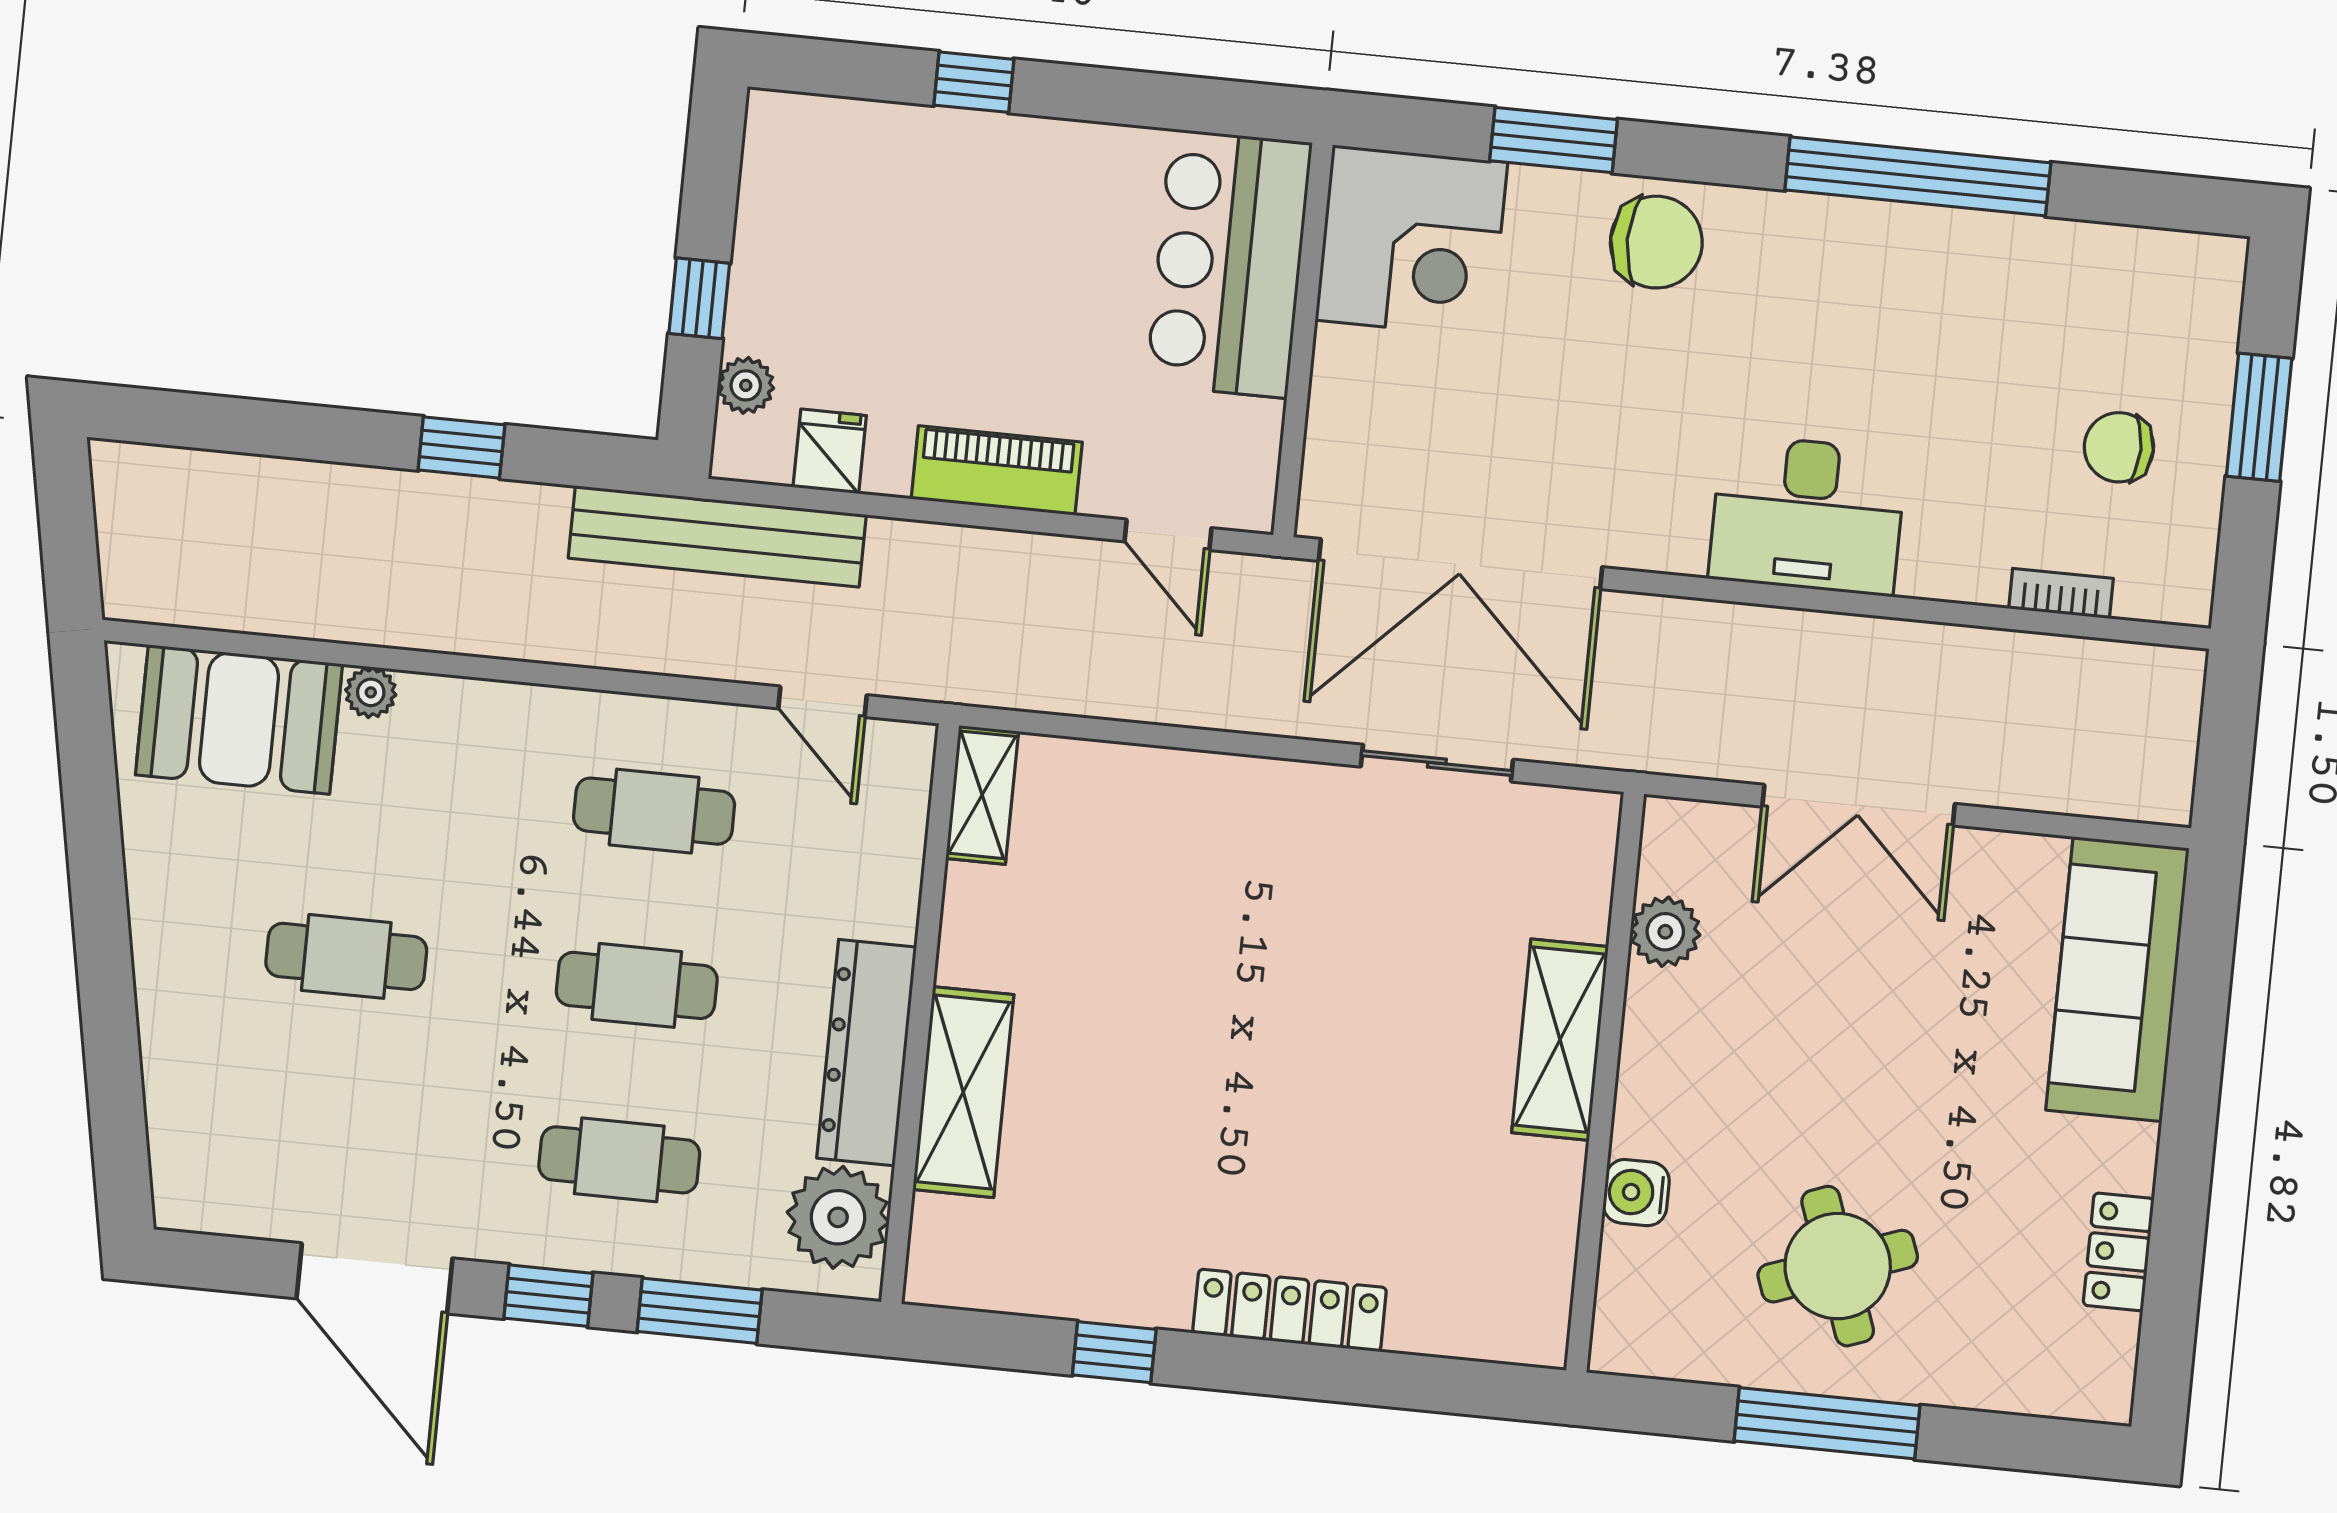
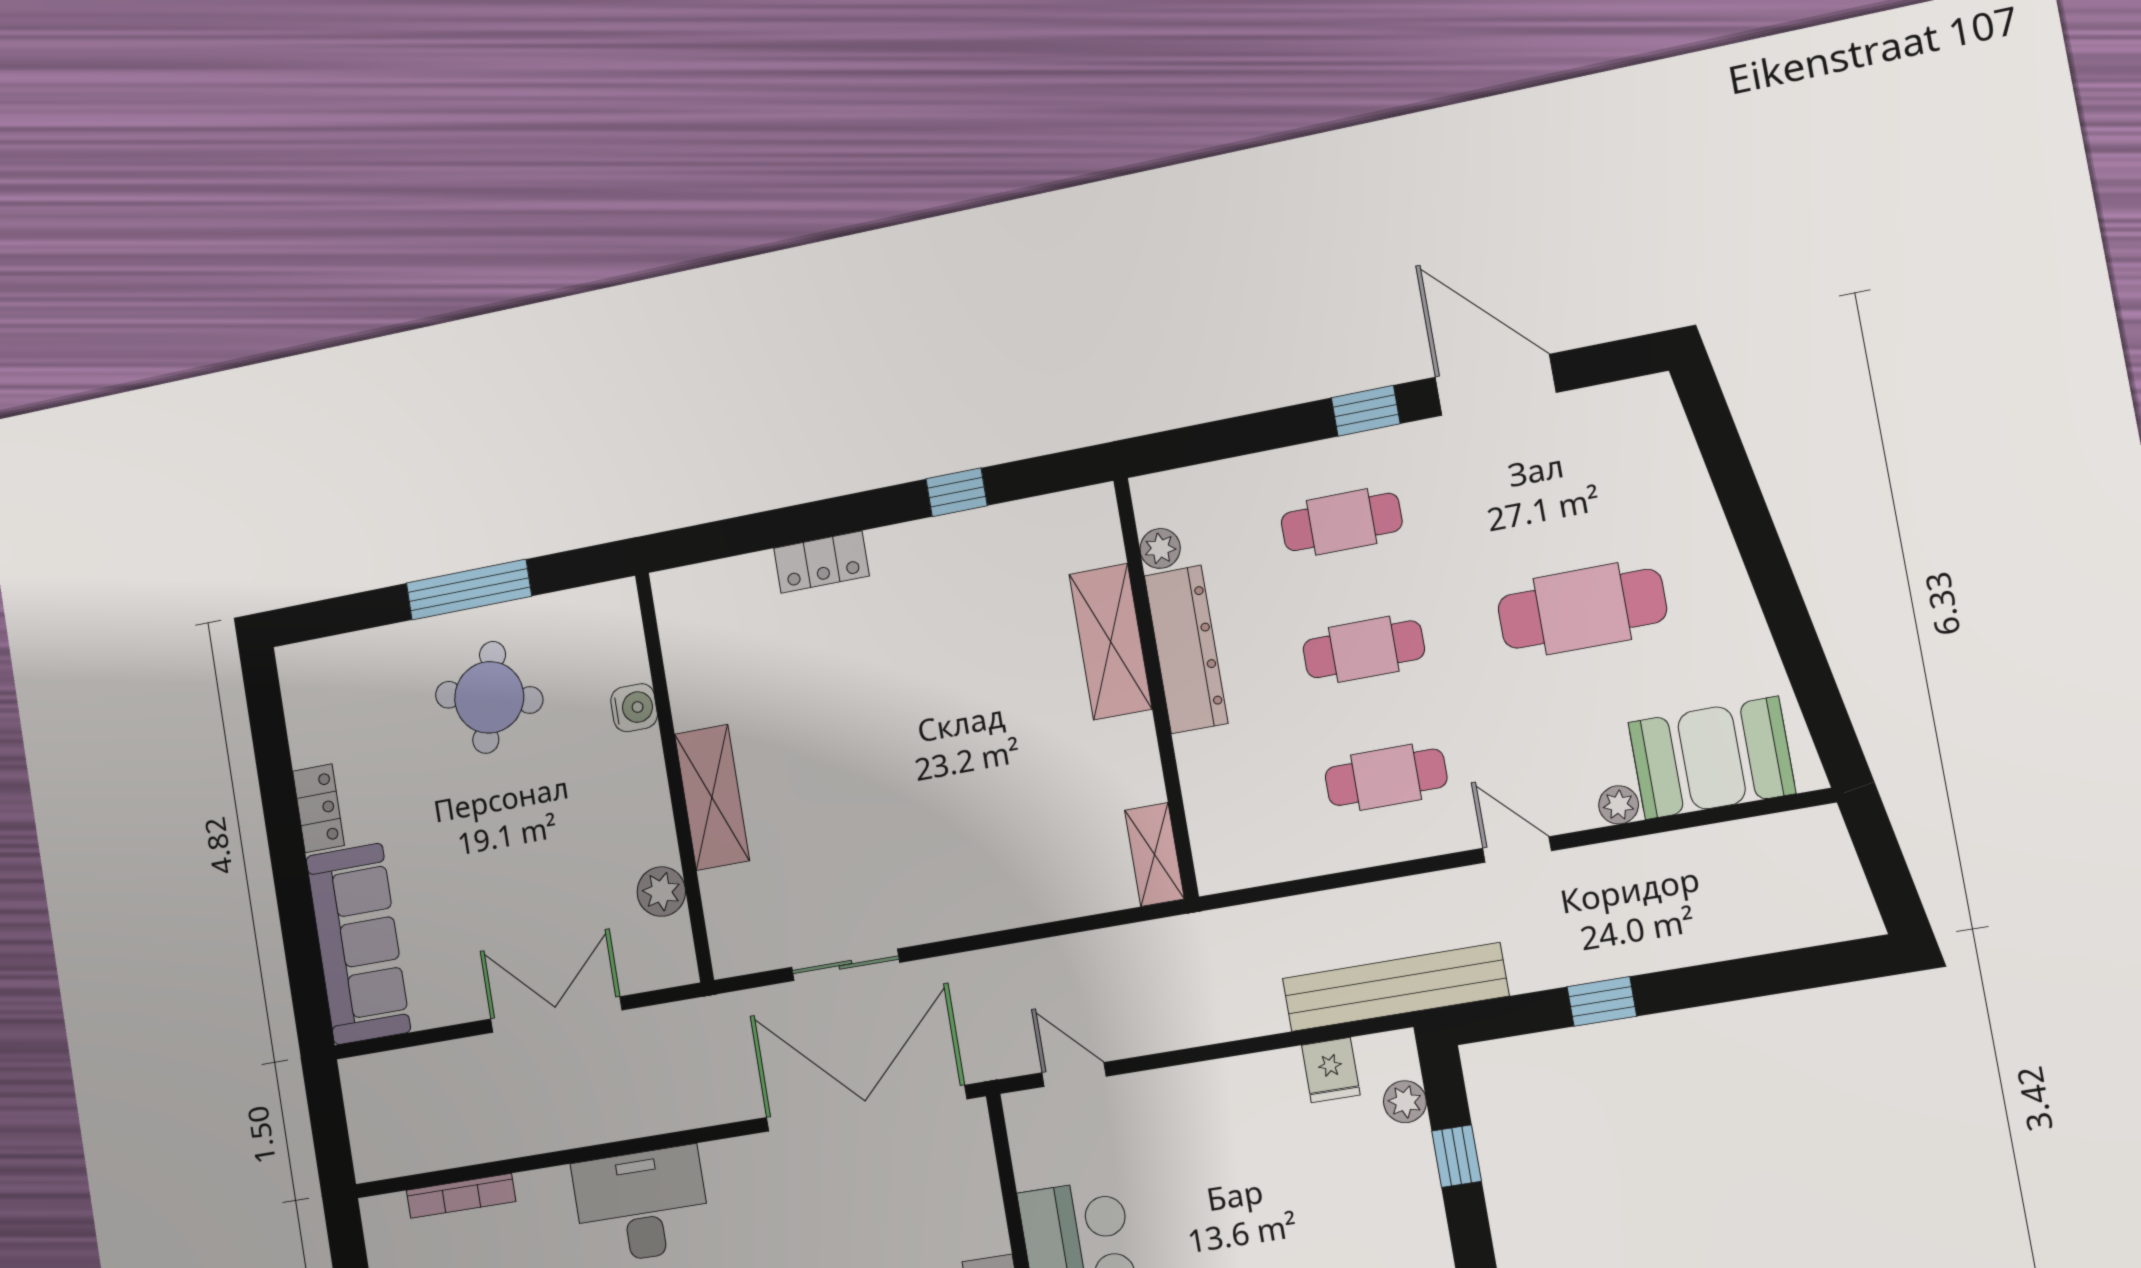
piano: (997, 471) -> (1207, 1088), removed
bookcase: (2061, 593) -> (461, 1196), width x1.56
door: (822, 702) -> (1517, 850), moved
cafe table: (346, 956) -> (1582, 609), width x1.37, depth x1.35
plant: (838, 1217) -> (1160, 548), width x0.53, depth x0.53
locker: (2119, 1252) -> (319, 808), moved
round table: (1838, 1266) -> (489, 697), turned 34
locker: (1290, 1310) -> (821, 562), width x0.66
window: (700, 1311) -> (1254, 433), removed

